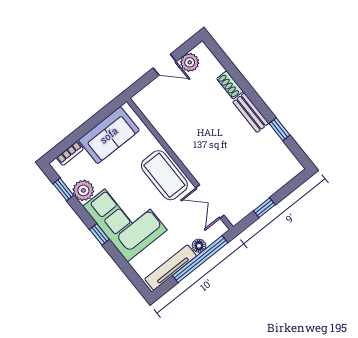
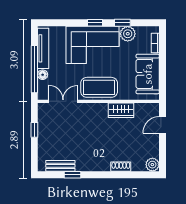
plant: (190, 62) -> (152, 165), moved
door: (165, 65) -> (163, 125), moved
bench: (251, 113) -> (60, 166), moved
wardrobe: (170, 132) -> (121, 110), added
window: (63, 189) -> (122, 23), moved

